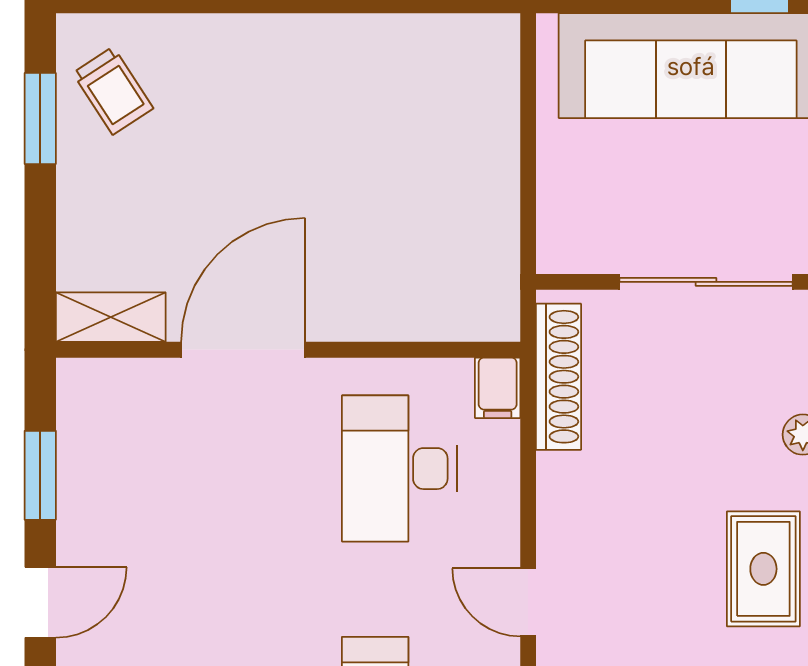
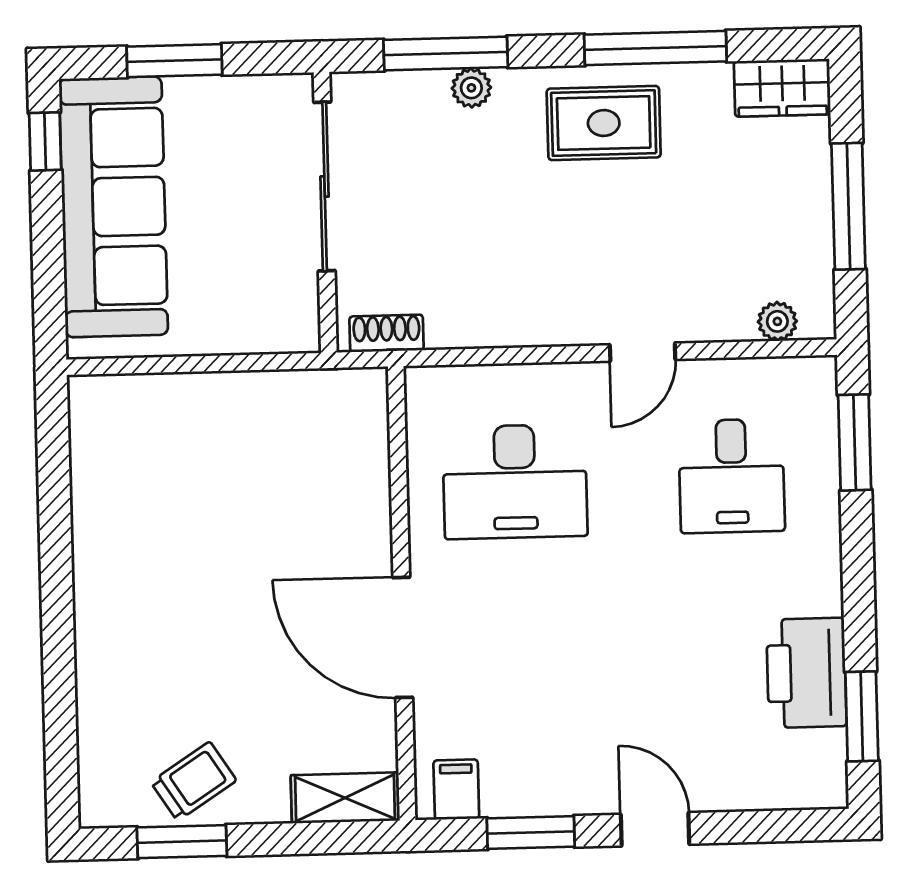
trolley: (113, 91) -> (194, 781), moved
shelving: (111, 317) -> (345, 798), moved, turned 90
shoe rack: (559, 377) -> (387, 333), width x0.51, depth x0.81
filing cabinet: (498, 388) -> (456, 790), moved, turned -90

